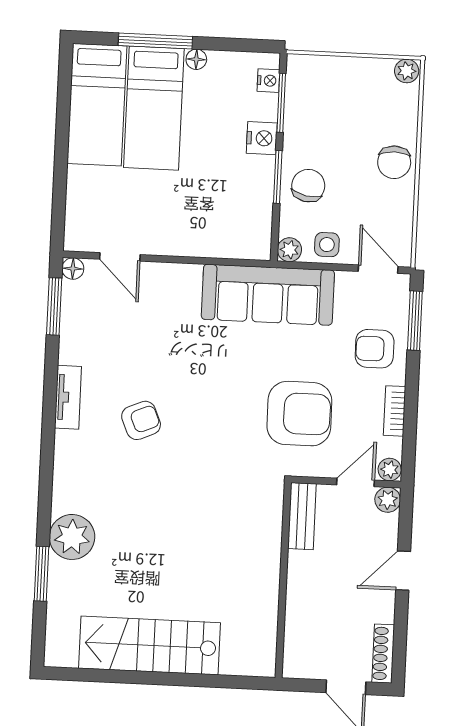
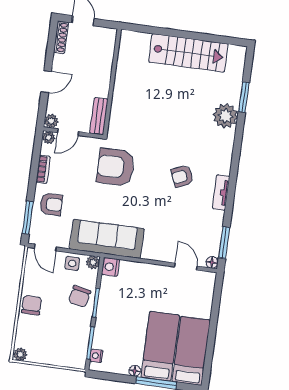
nightstand: (262, 138) -> (111, 267), moved
armchair: (299, 414) -> (116, 167), moved

